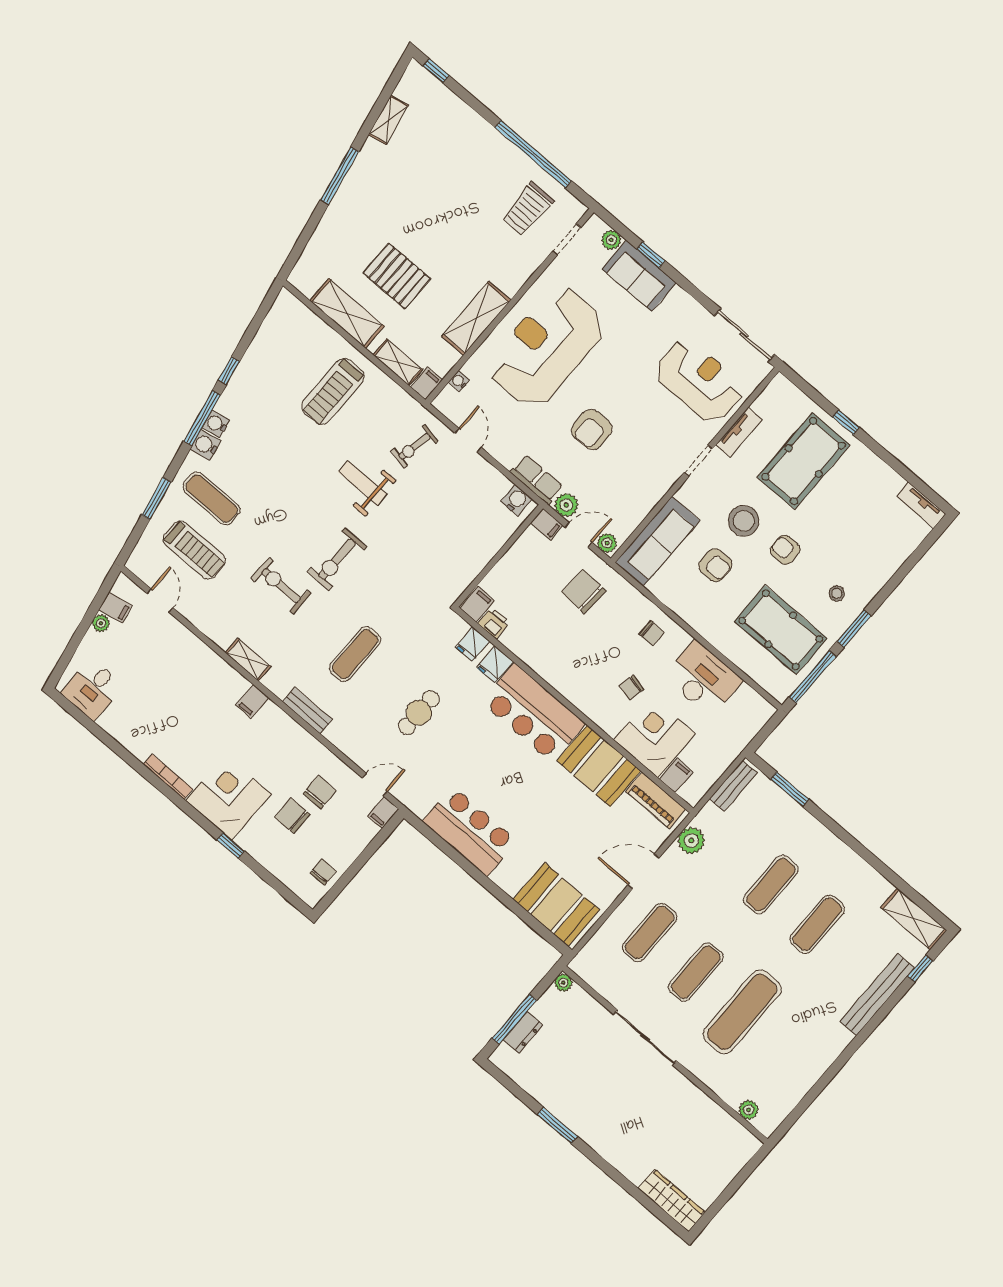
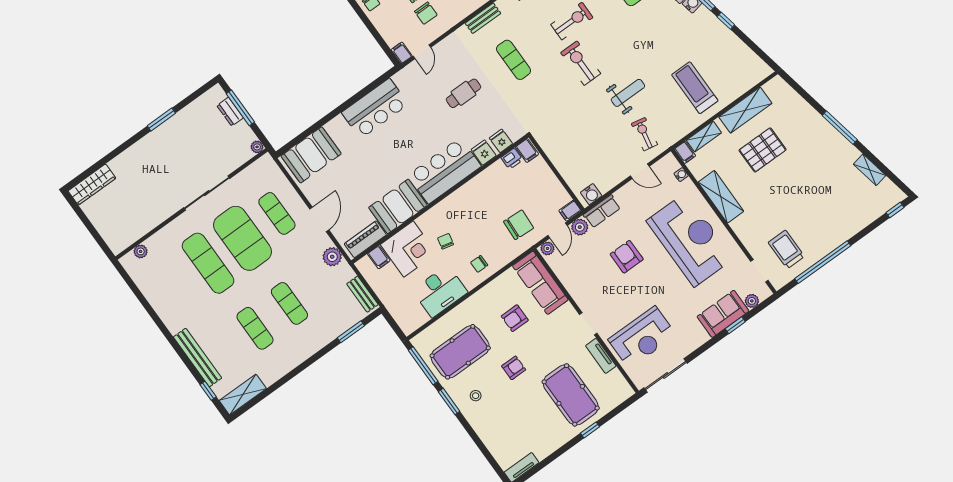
stool: (744, 521) -> (540, 345), removed
cafe table: (419, 713) -> (463, 93), turned 90
exercise mat: (696, 972) -> (242, 238), width x2.00, depth x1.45

